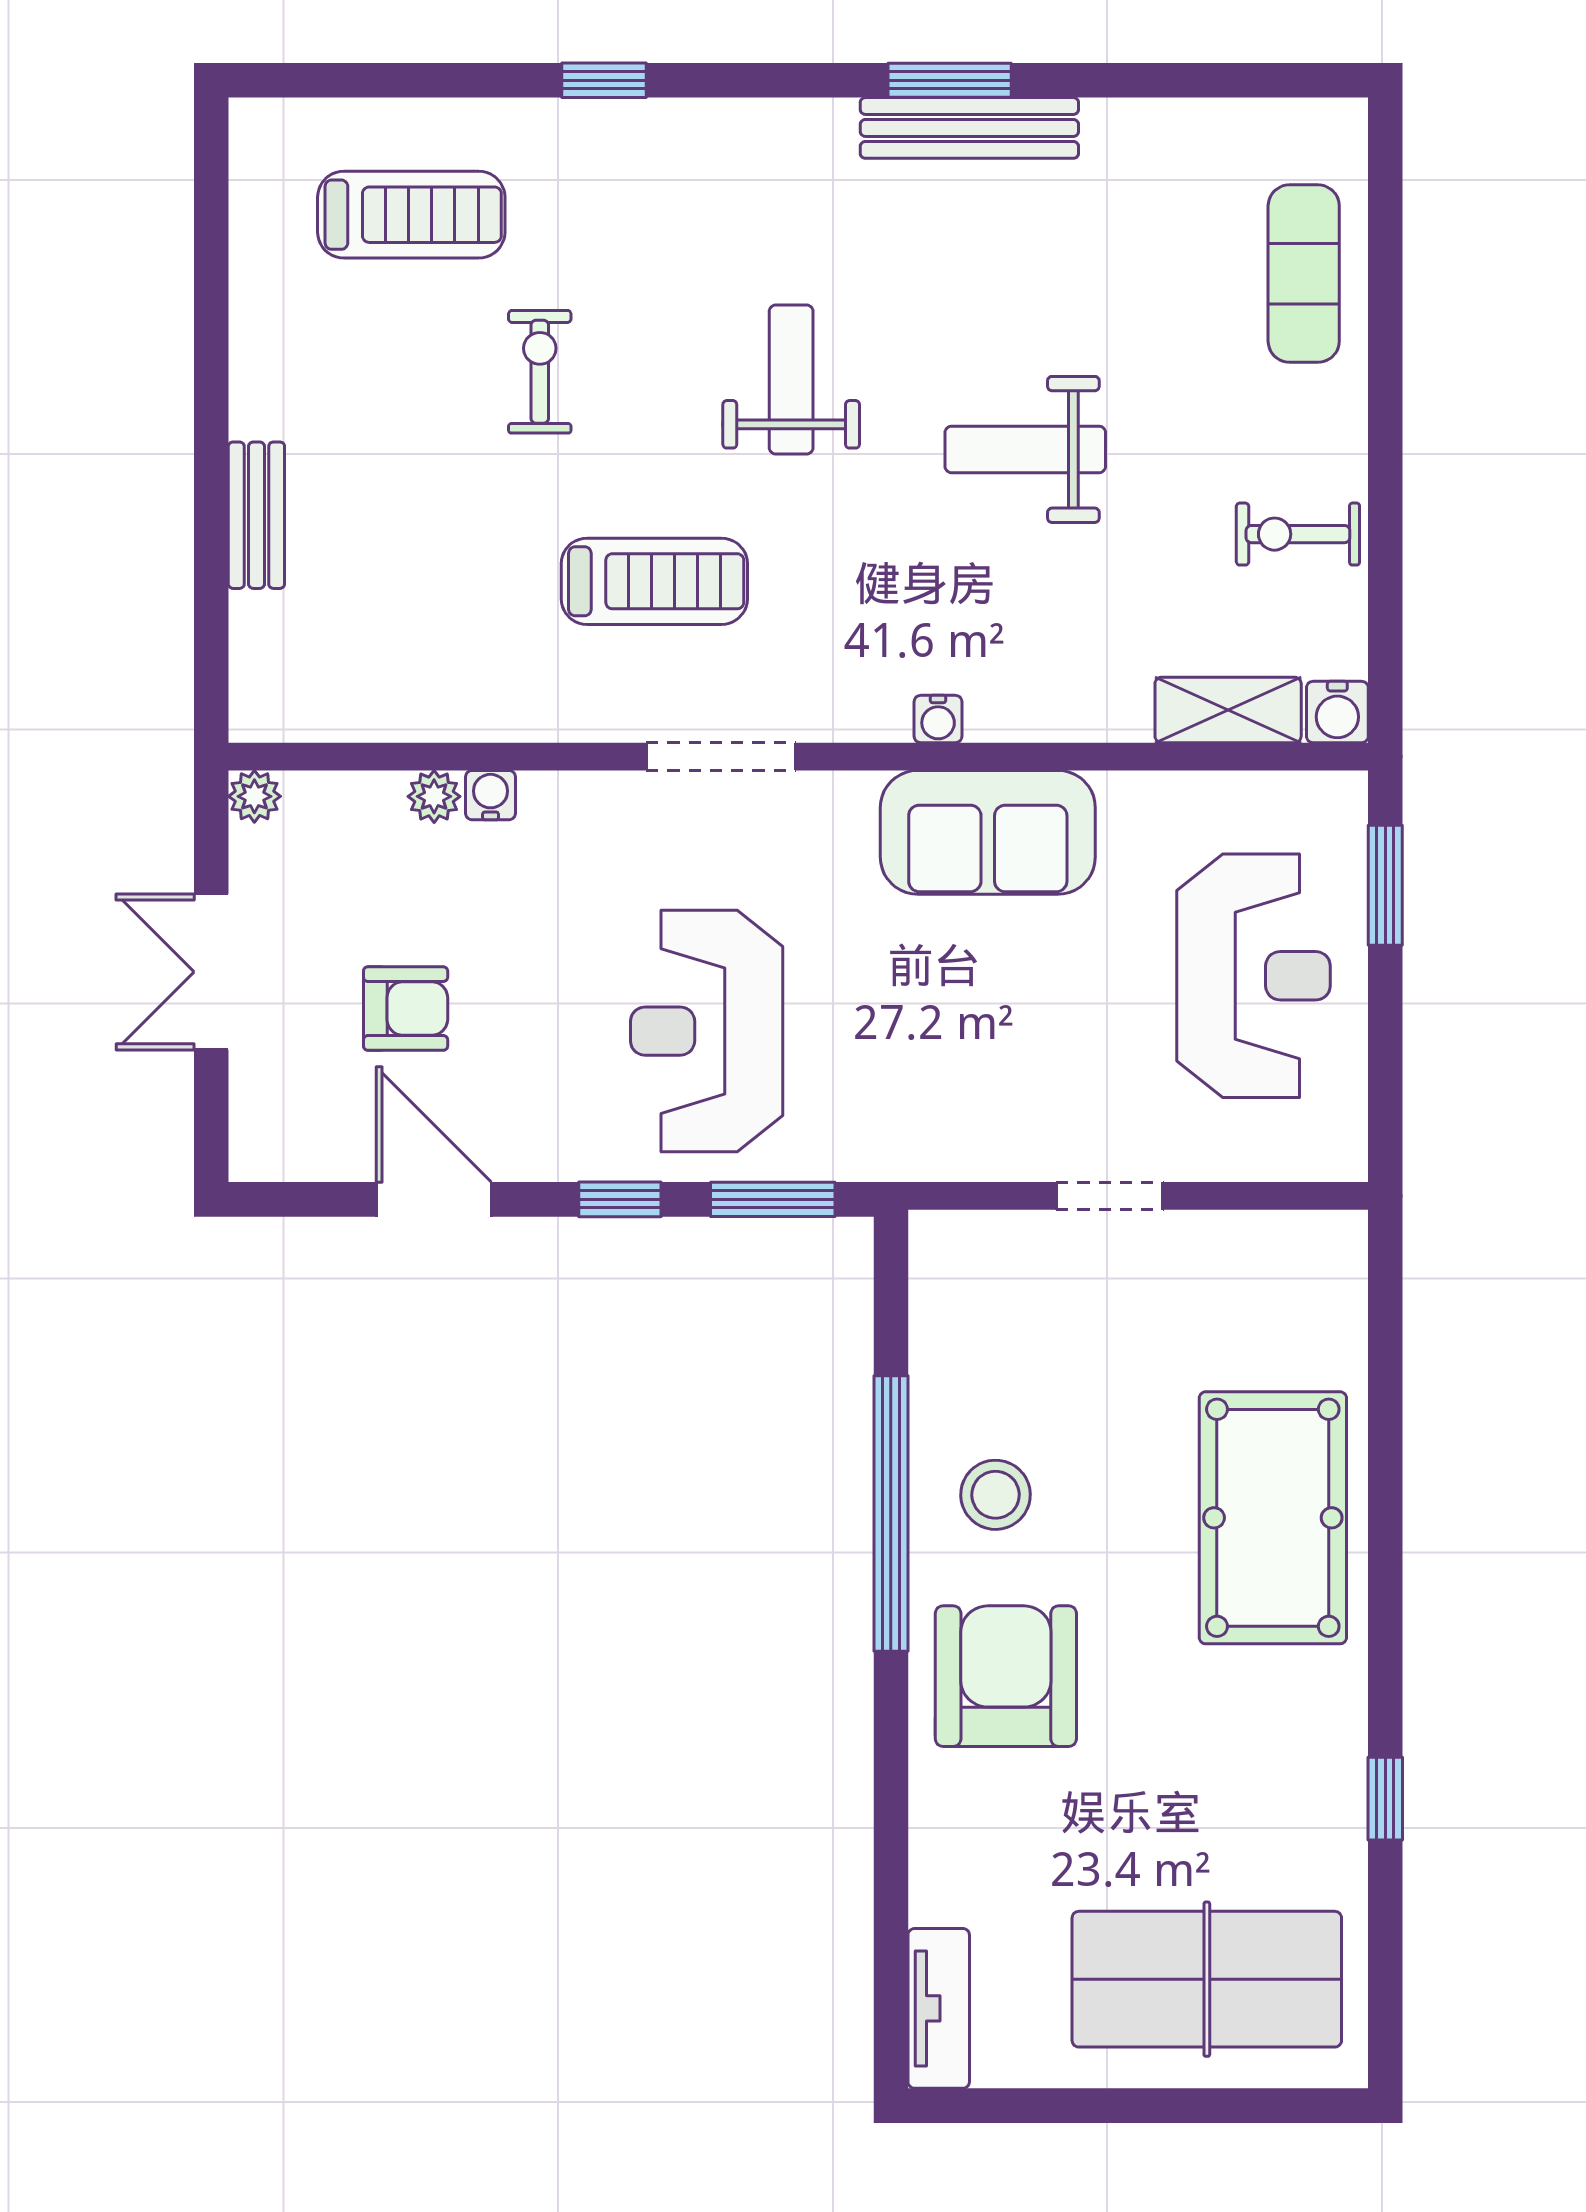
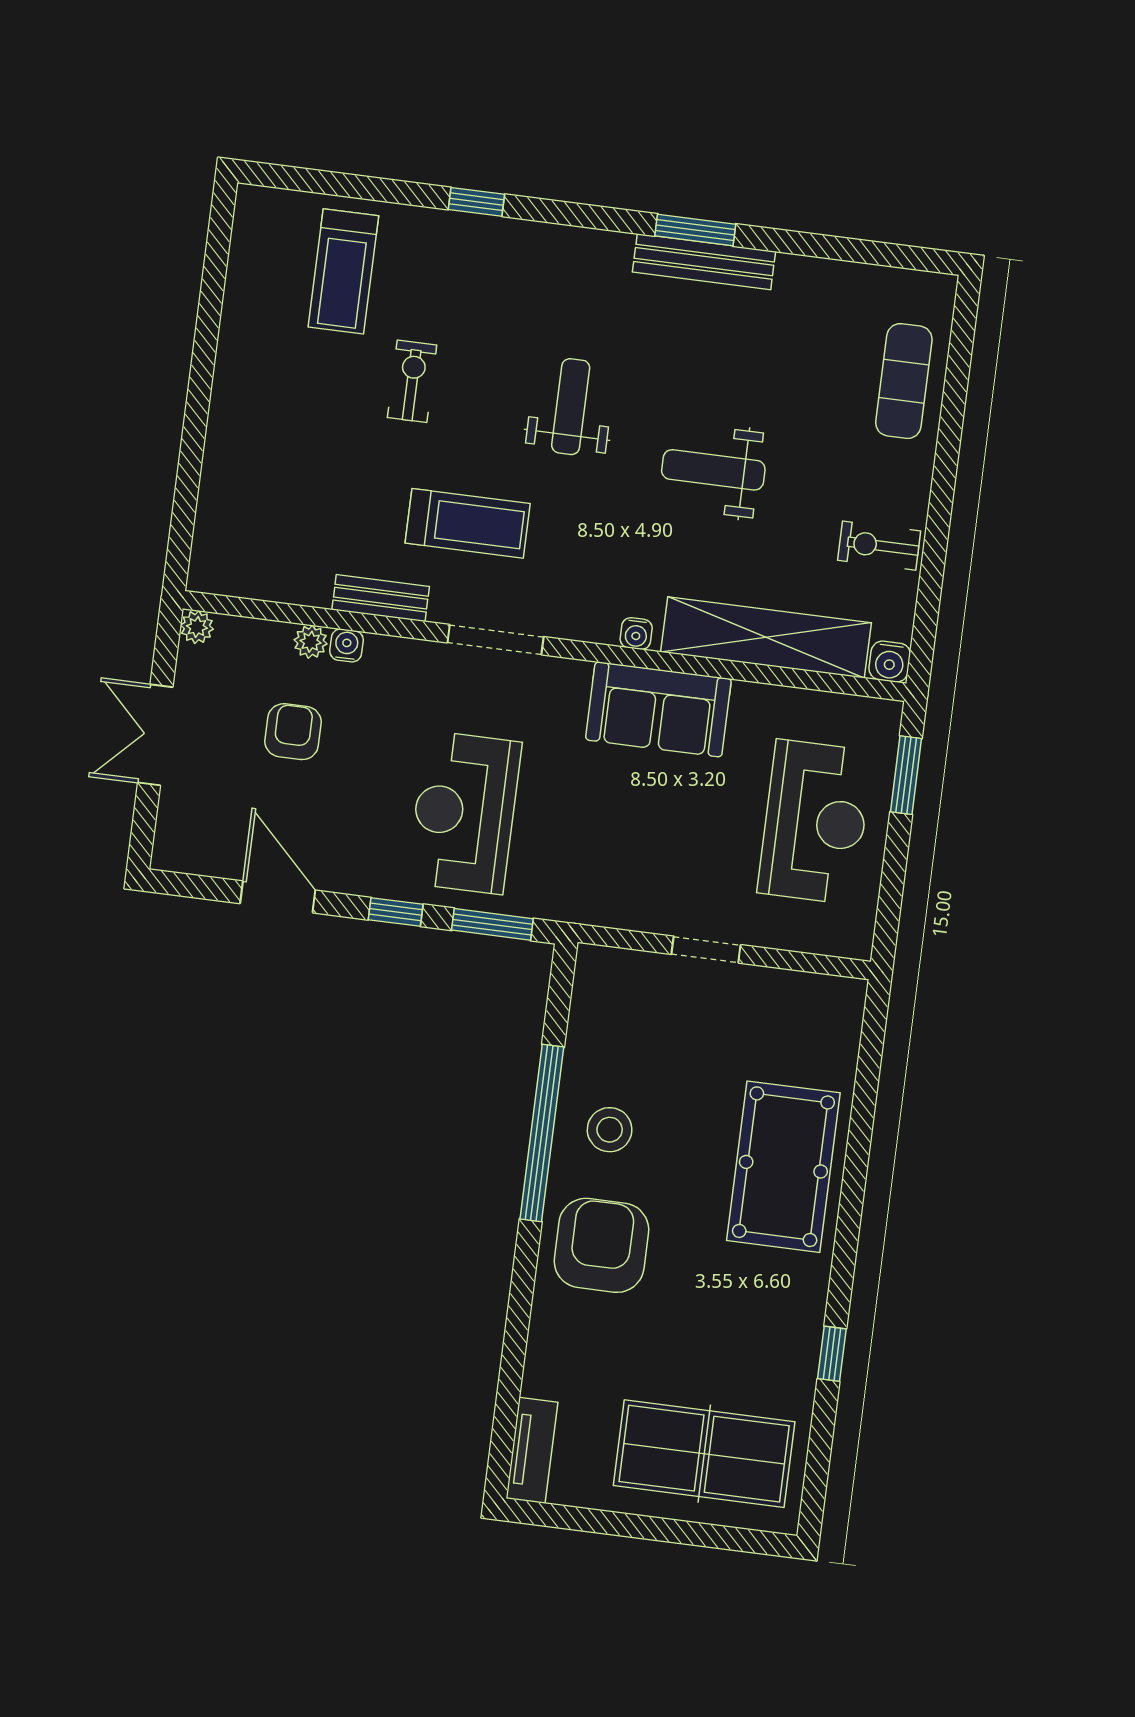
treadmill: (411, 215) -> (343, 271), turned 90
bench: (256, 515) -> (381, 598), moved, turned 90
shelving: (1228, 710) -> (766, 637), width x2.20, depth x1.33
armchair: (406, 1009) -> (293, 732), moved, turned -90

